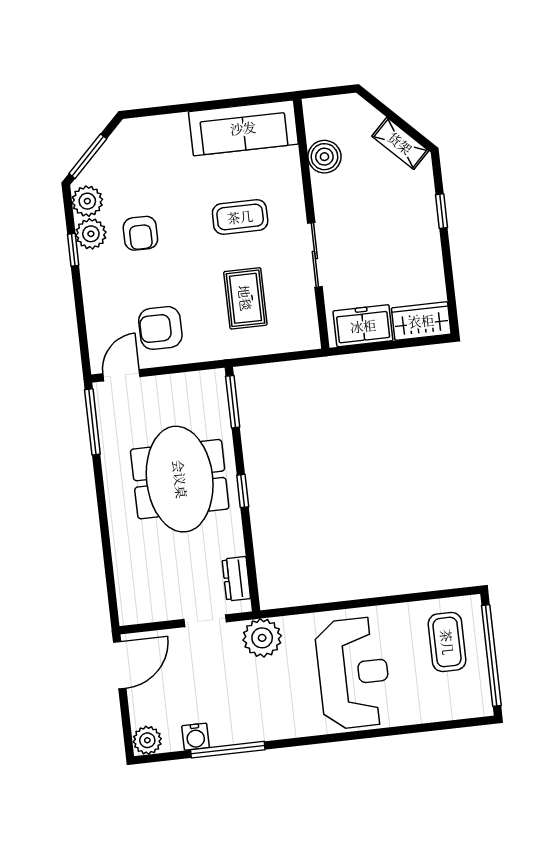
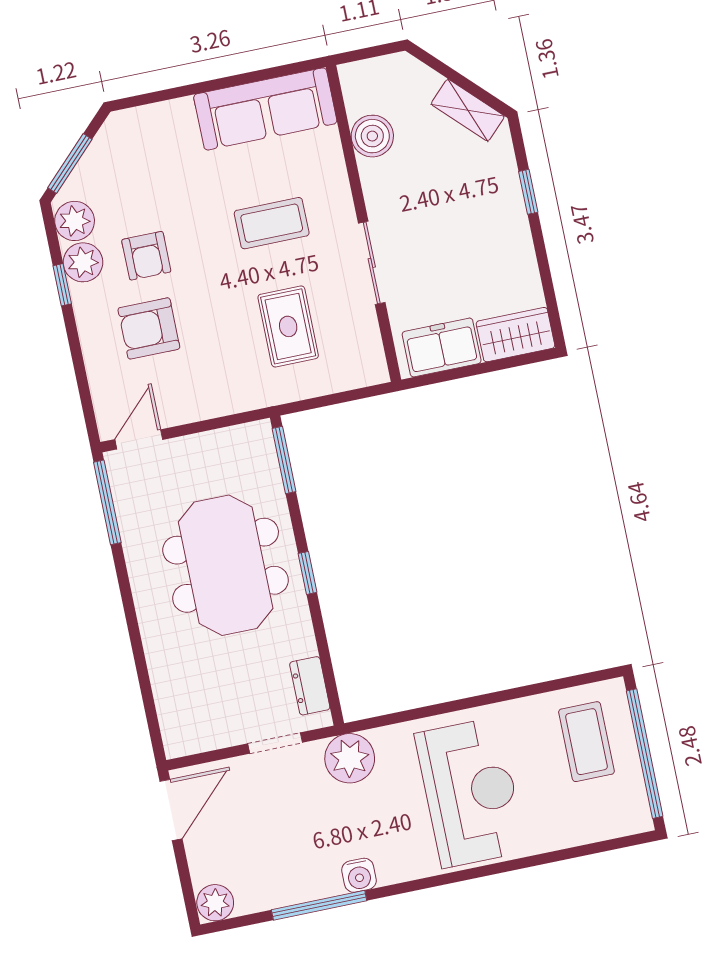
armchair: (160, 328) -> (149, 328), moved
water cooler: (196, 737) -> (359, 875), moved

